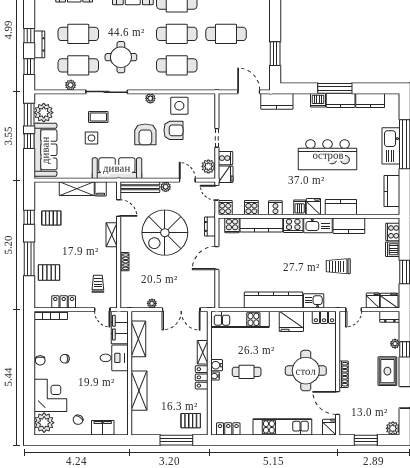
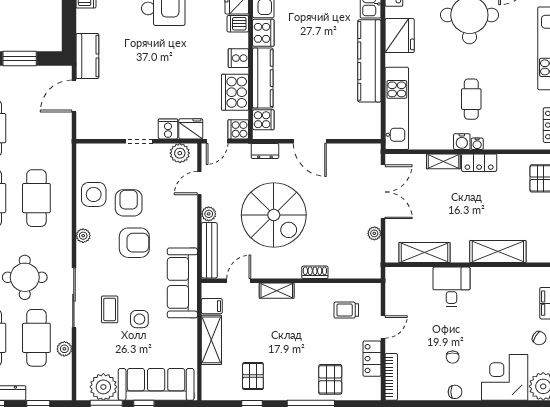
cooker: (251, 208) -> (235, 92), width x1.87, depth x1.31
door: (102, 310) -> (383, 327), moved
filing cabinet: (120, 328) -> (408, 279), removed

